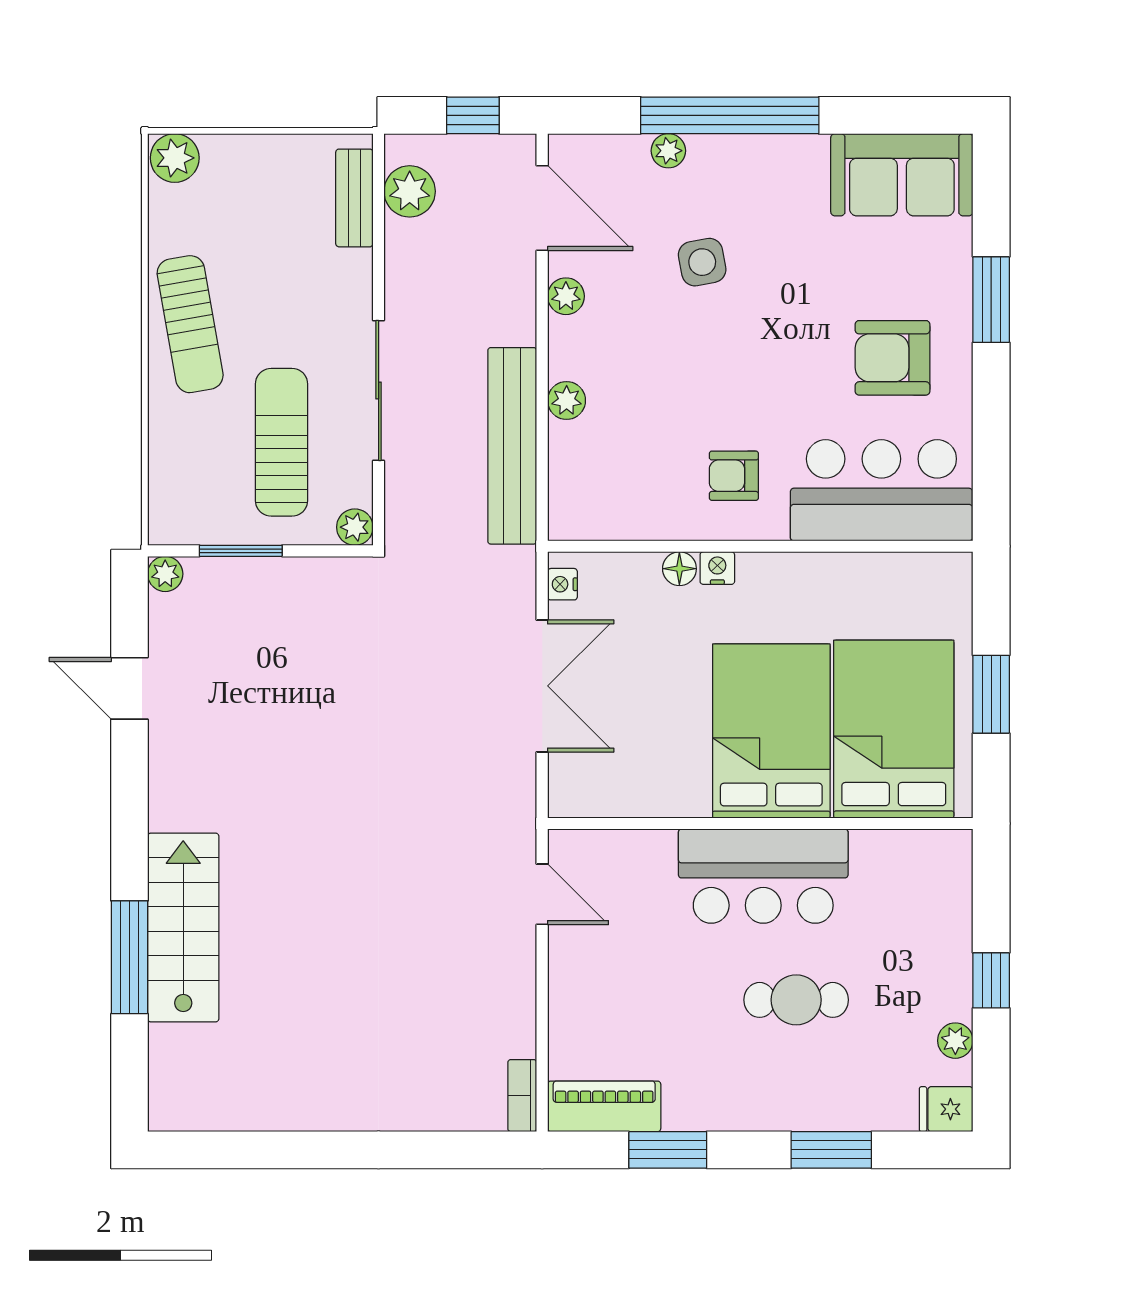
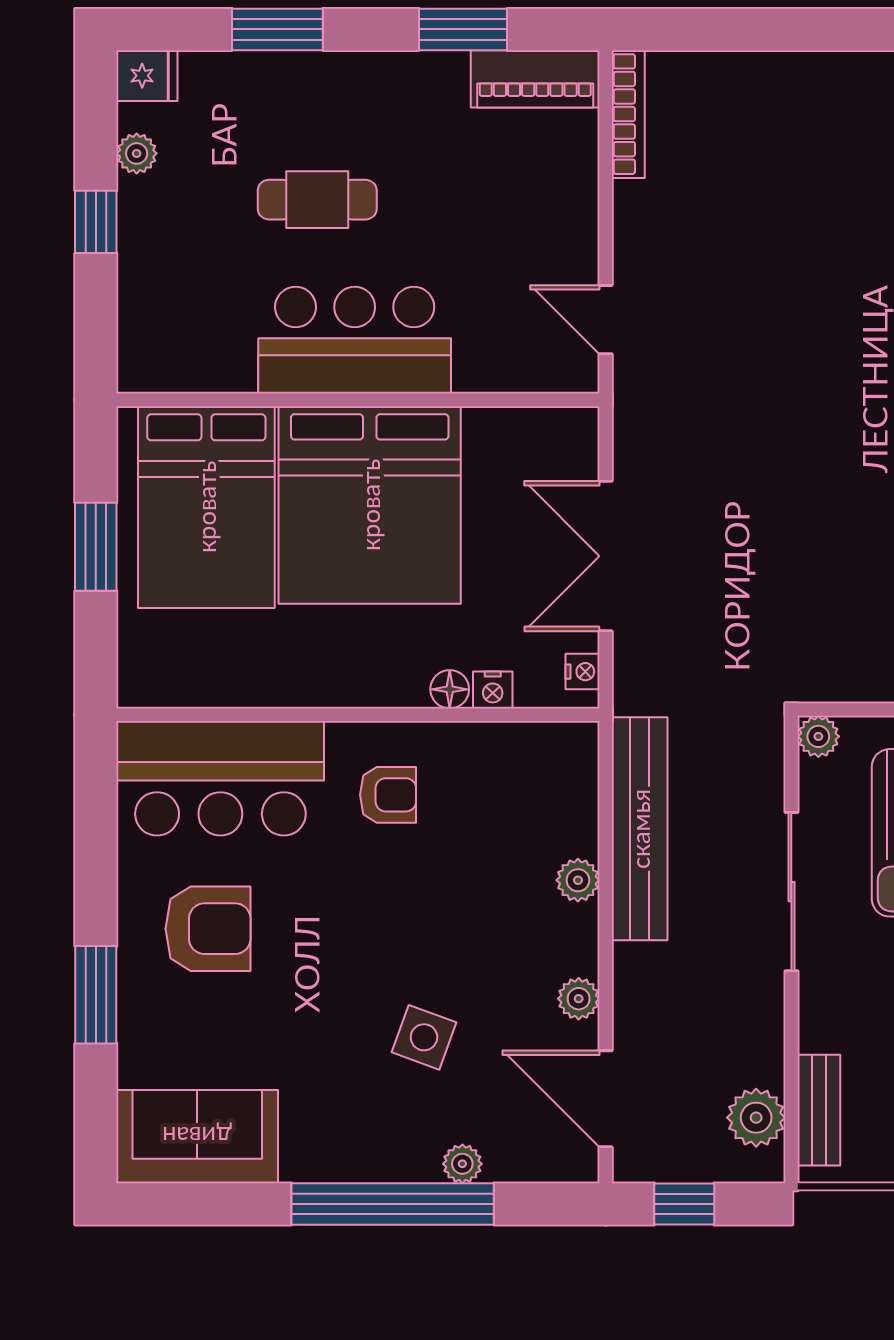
side table: (702, 262) -> (424, 1037), turned 31
nightstand: (717, 568) -> (493, 690), moved
bed: (771, 731) -> (370, 505), width x1.36
bookcase: (522, 1096) -> (628, 114), width x1.56

